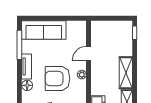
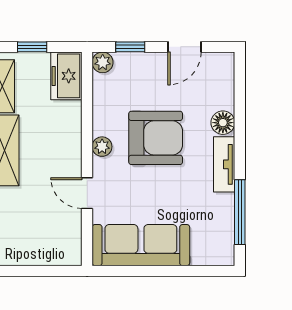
sofa: (44, 30) -> (141, 245), moved
door: (89, 53) -> (87, 193), swing flipped

